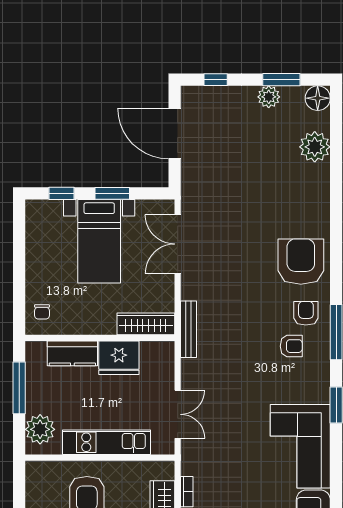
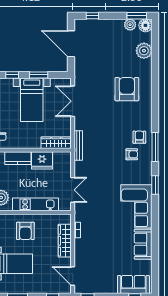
window: (281, 80) -> (137, 16), moved
plant: (269, 97) -> (130, 25), moved
armchair: (301, 262) -> (127, 89), moved

